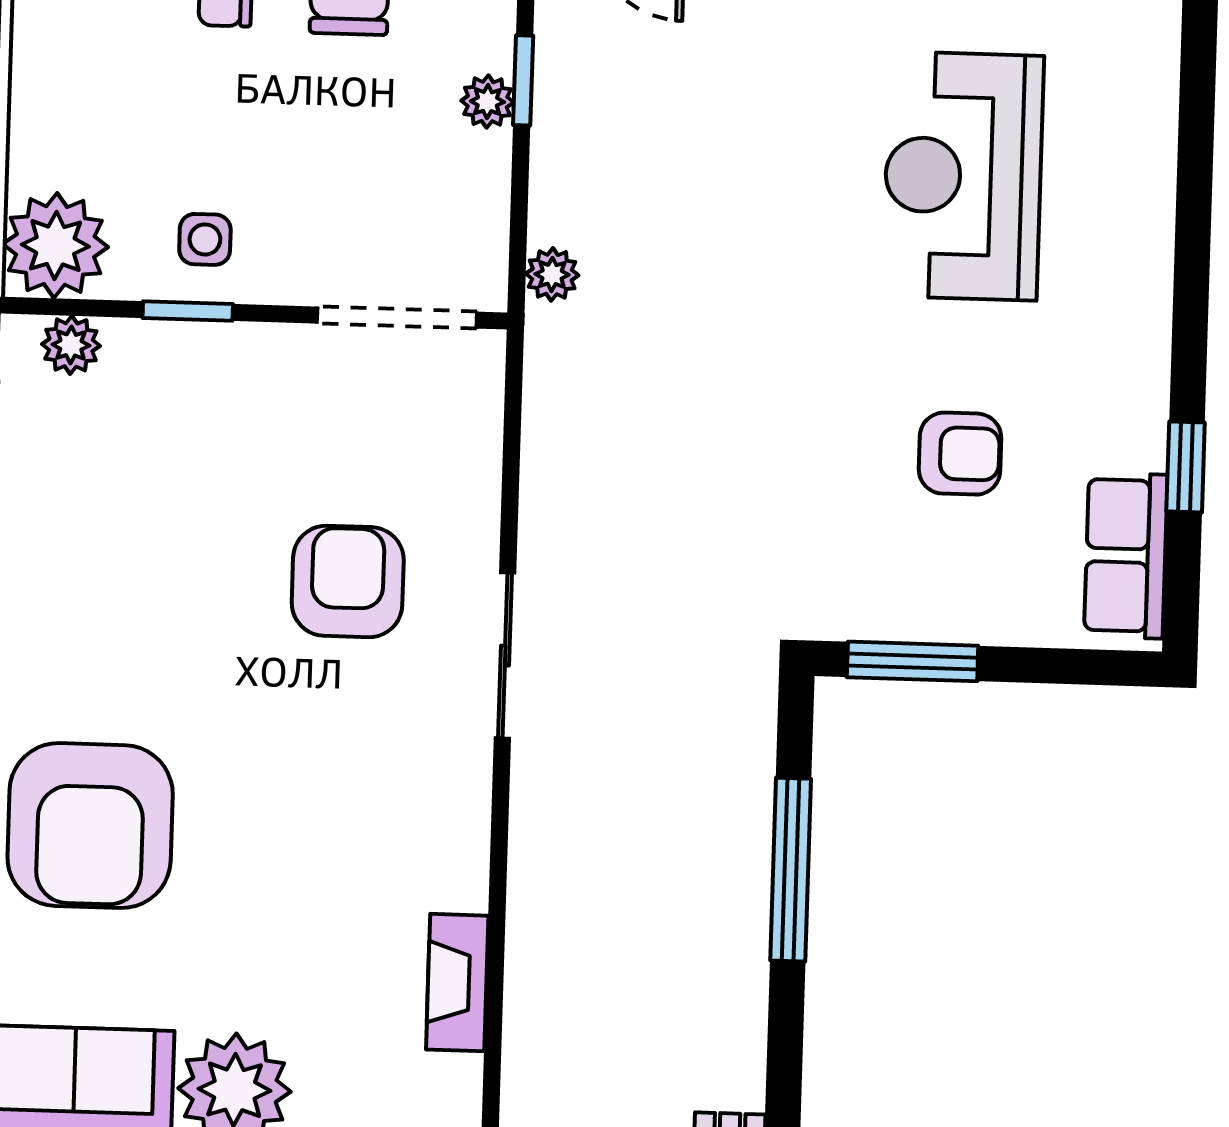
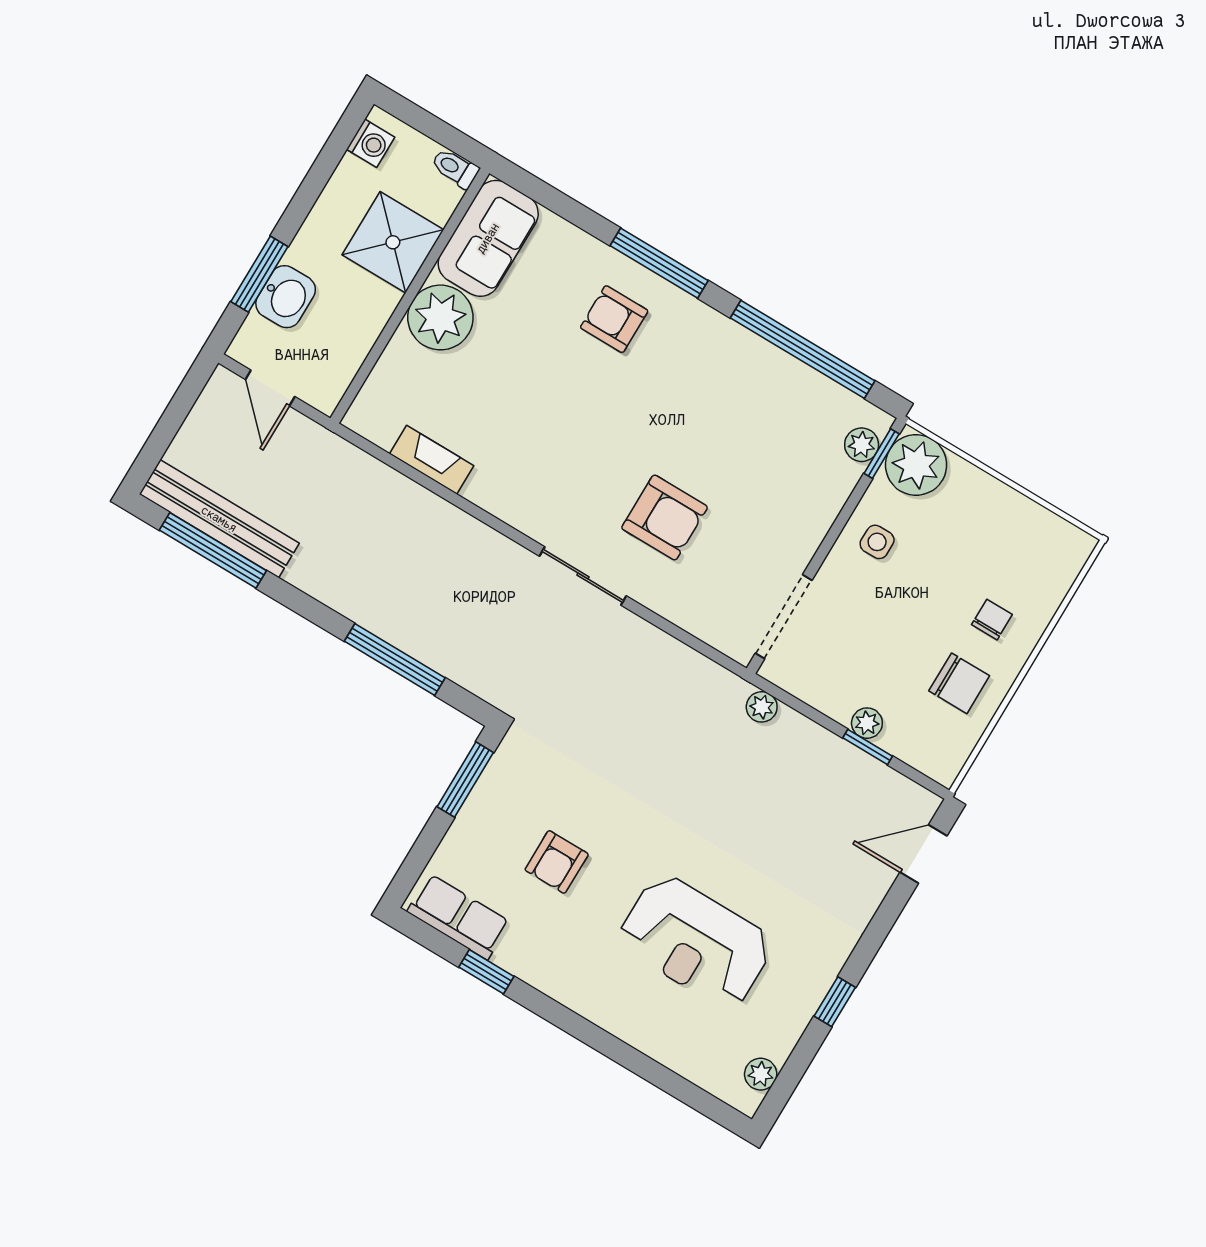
reception desk: (963, 176) -> (696, 942), turned 180
window: (188, 311) -> (882, 454), moved
armchair: (90, 826) -> (614, 319), width x0.53, depth x0.53

